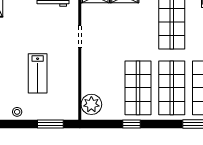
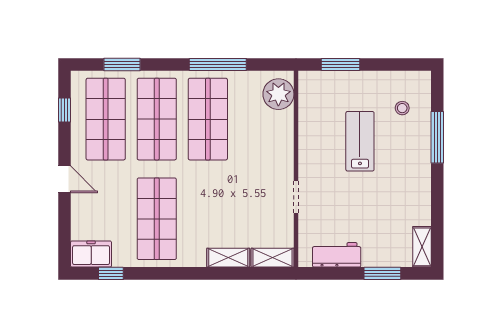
stool: (17, 112) -> (402, 108), moved
window: (131, 124) -> (218, 64), width x2.17

